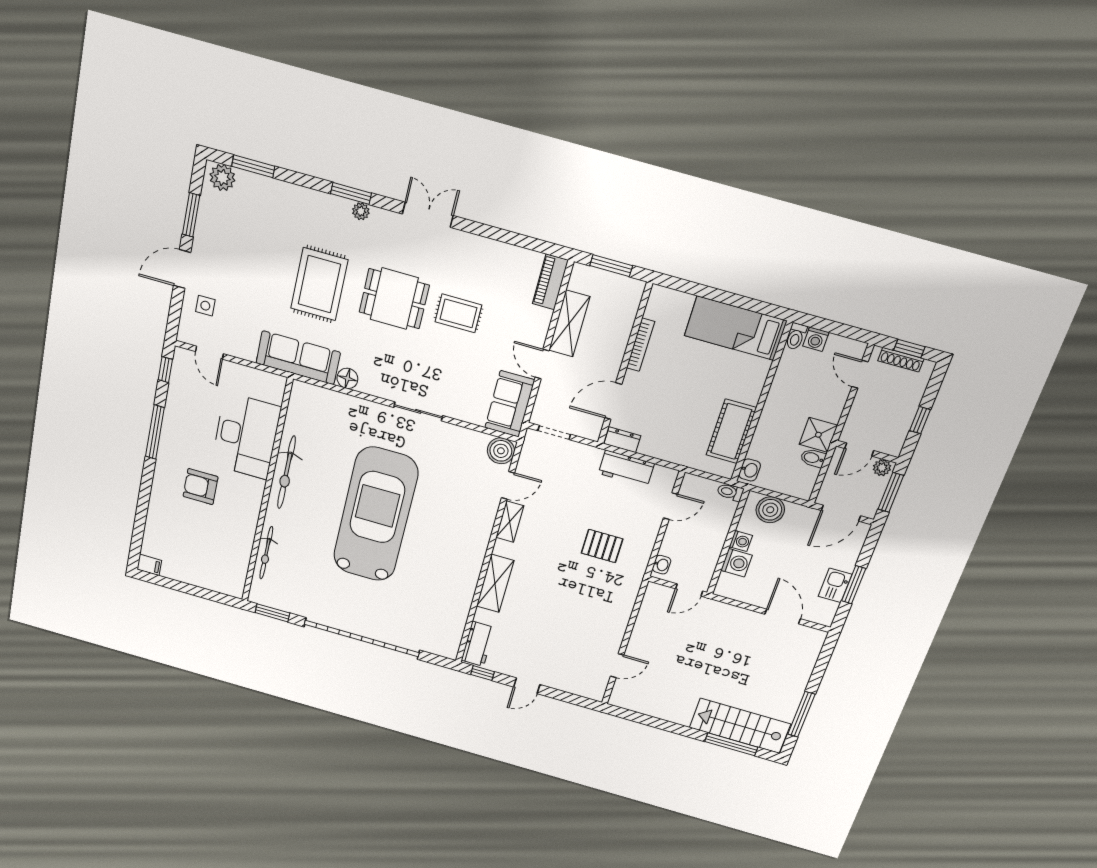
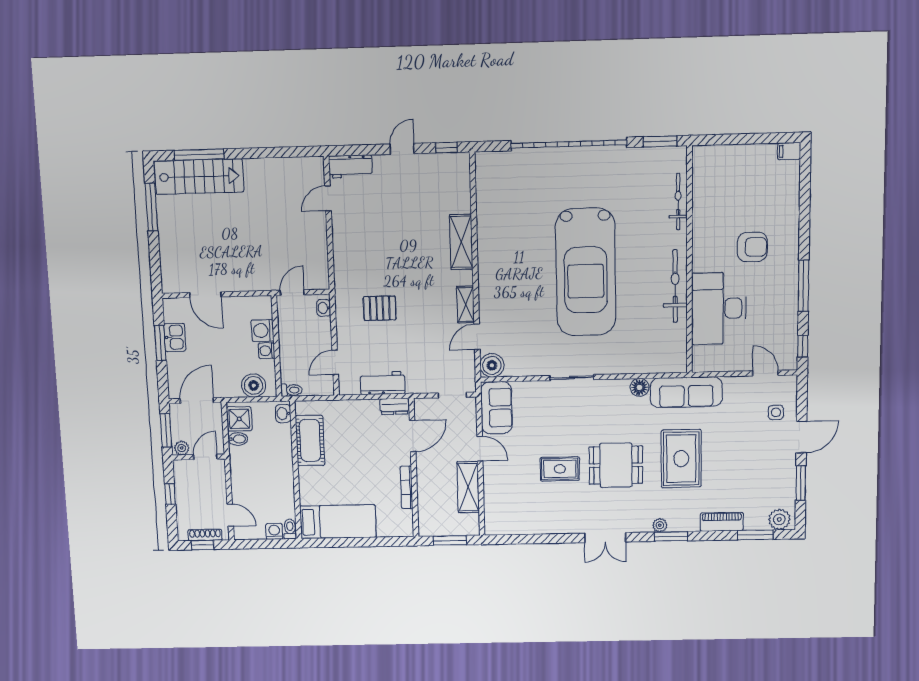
piano: (550, 282) -> (722, 522), moved, turned -90
shower: (818, 435) -> (239, 419), moved
workbench: (478, 644) -> (350, 167), moved, turned -90

